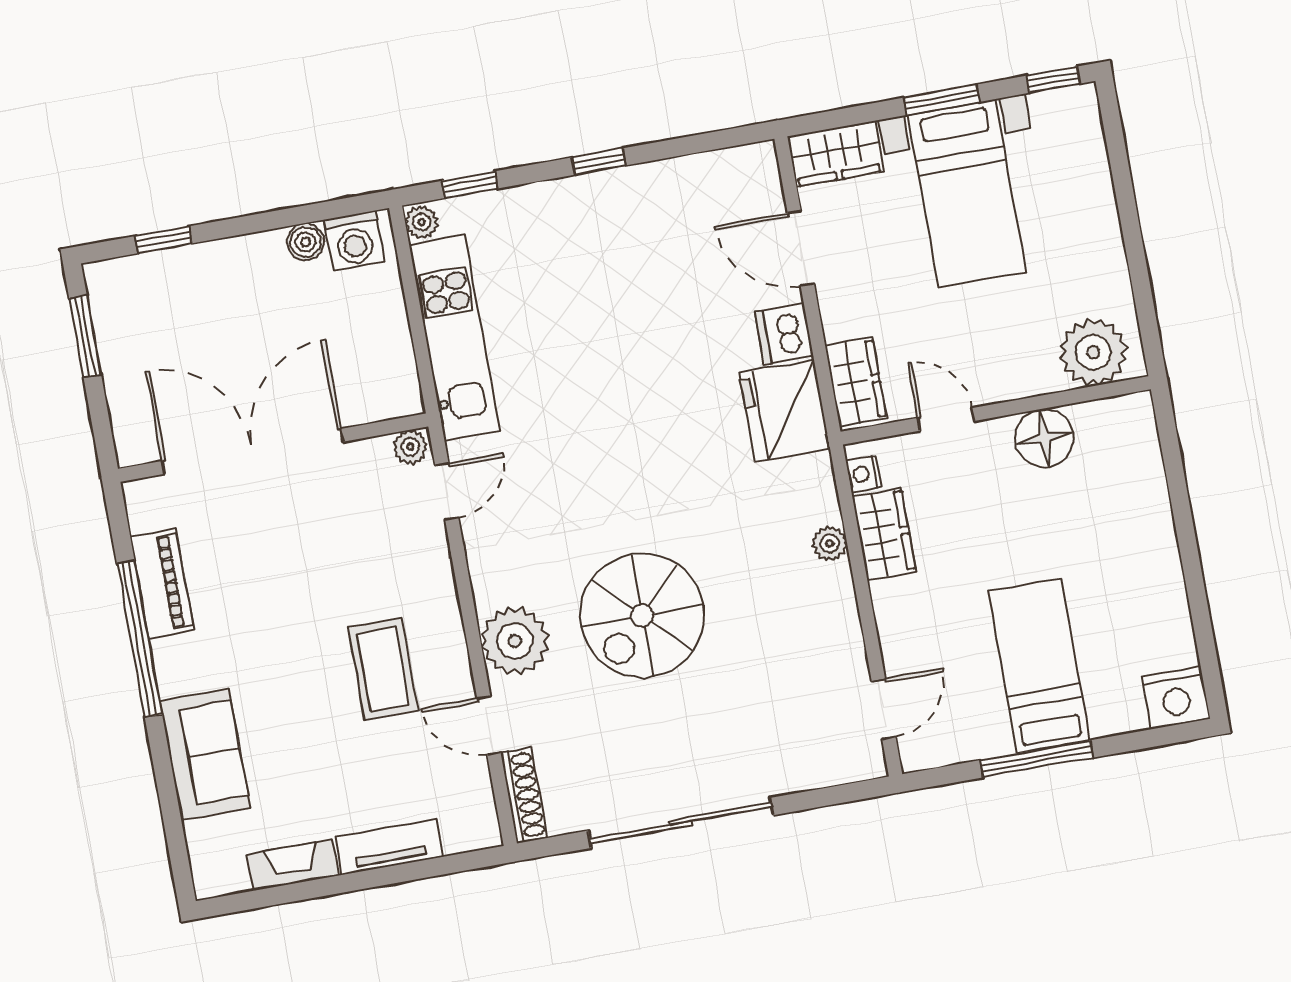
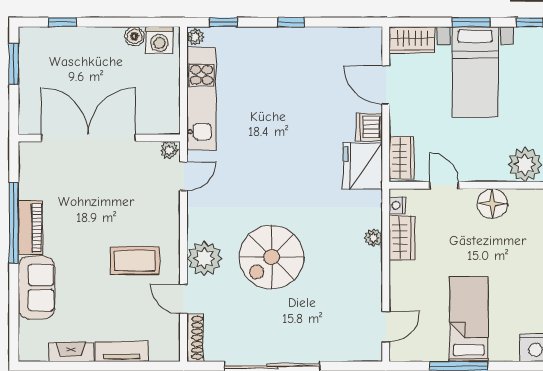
piano: (162, 584) -> (30, 228), moved
coffee table: (383, 669) -> (135, 261), turned 90

